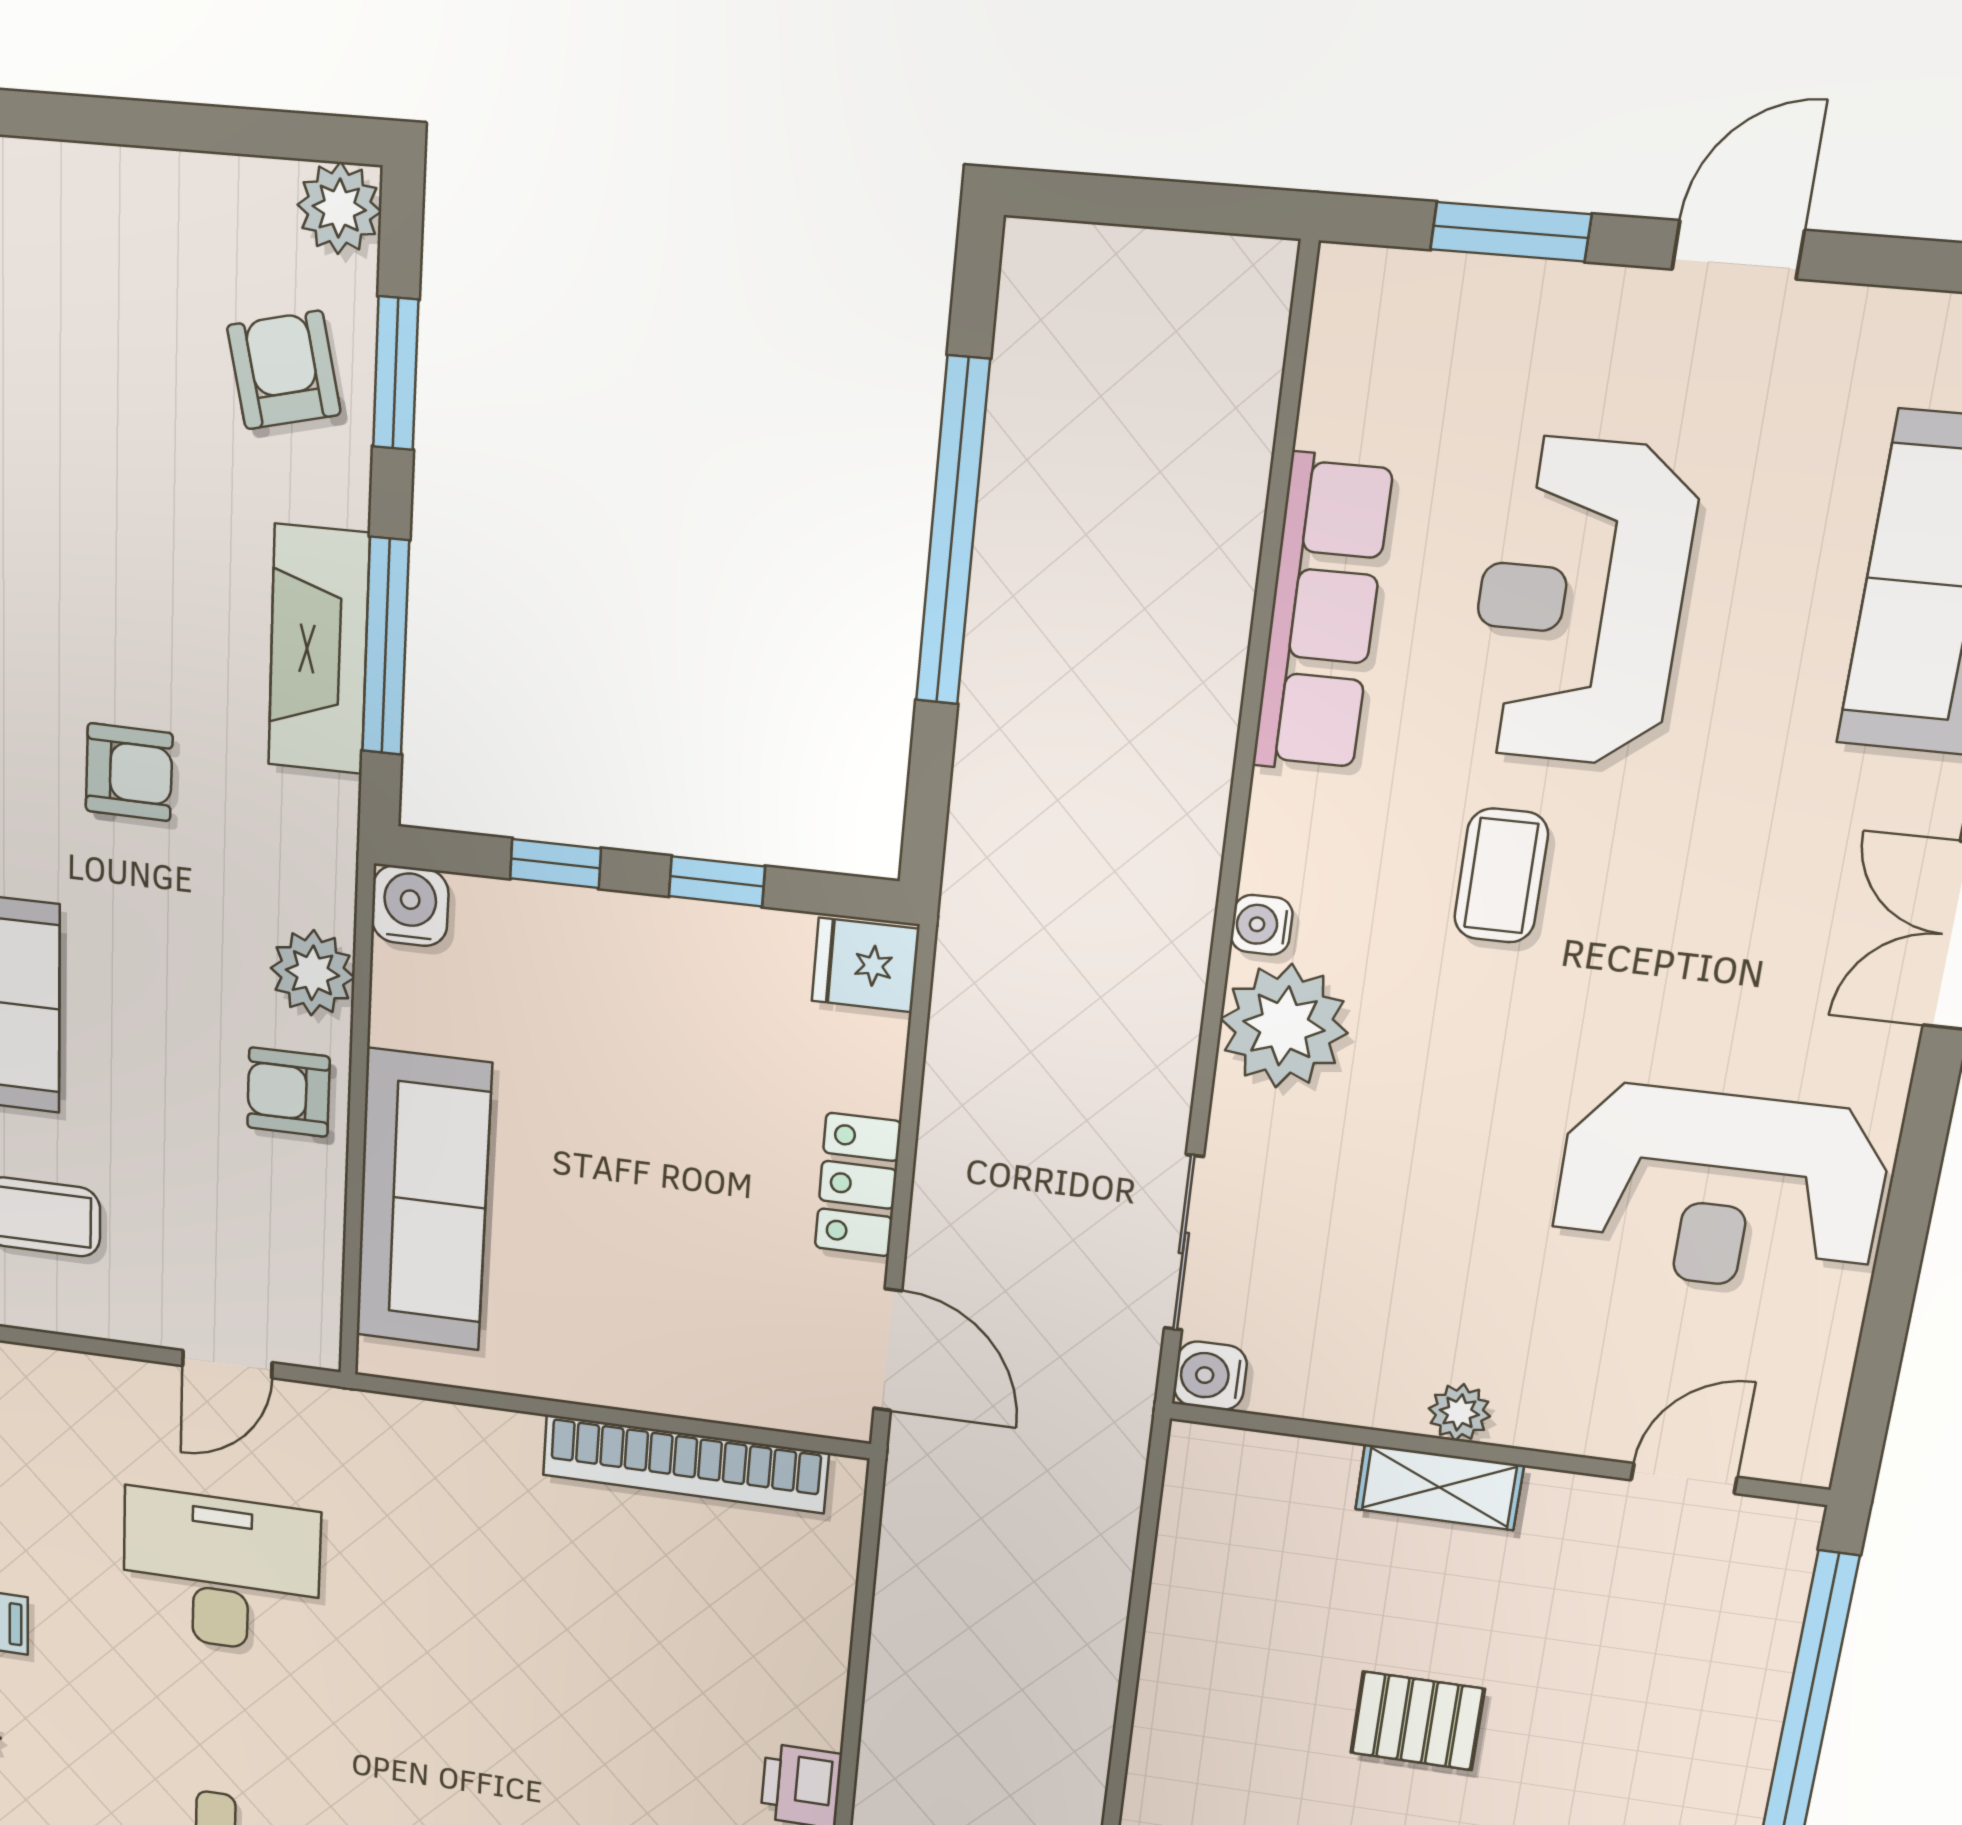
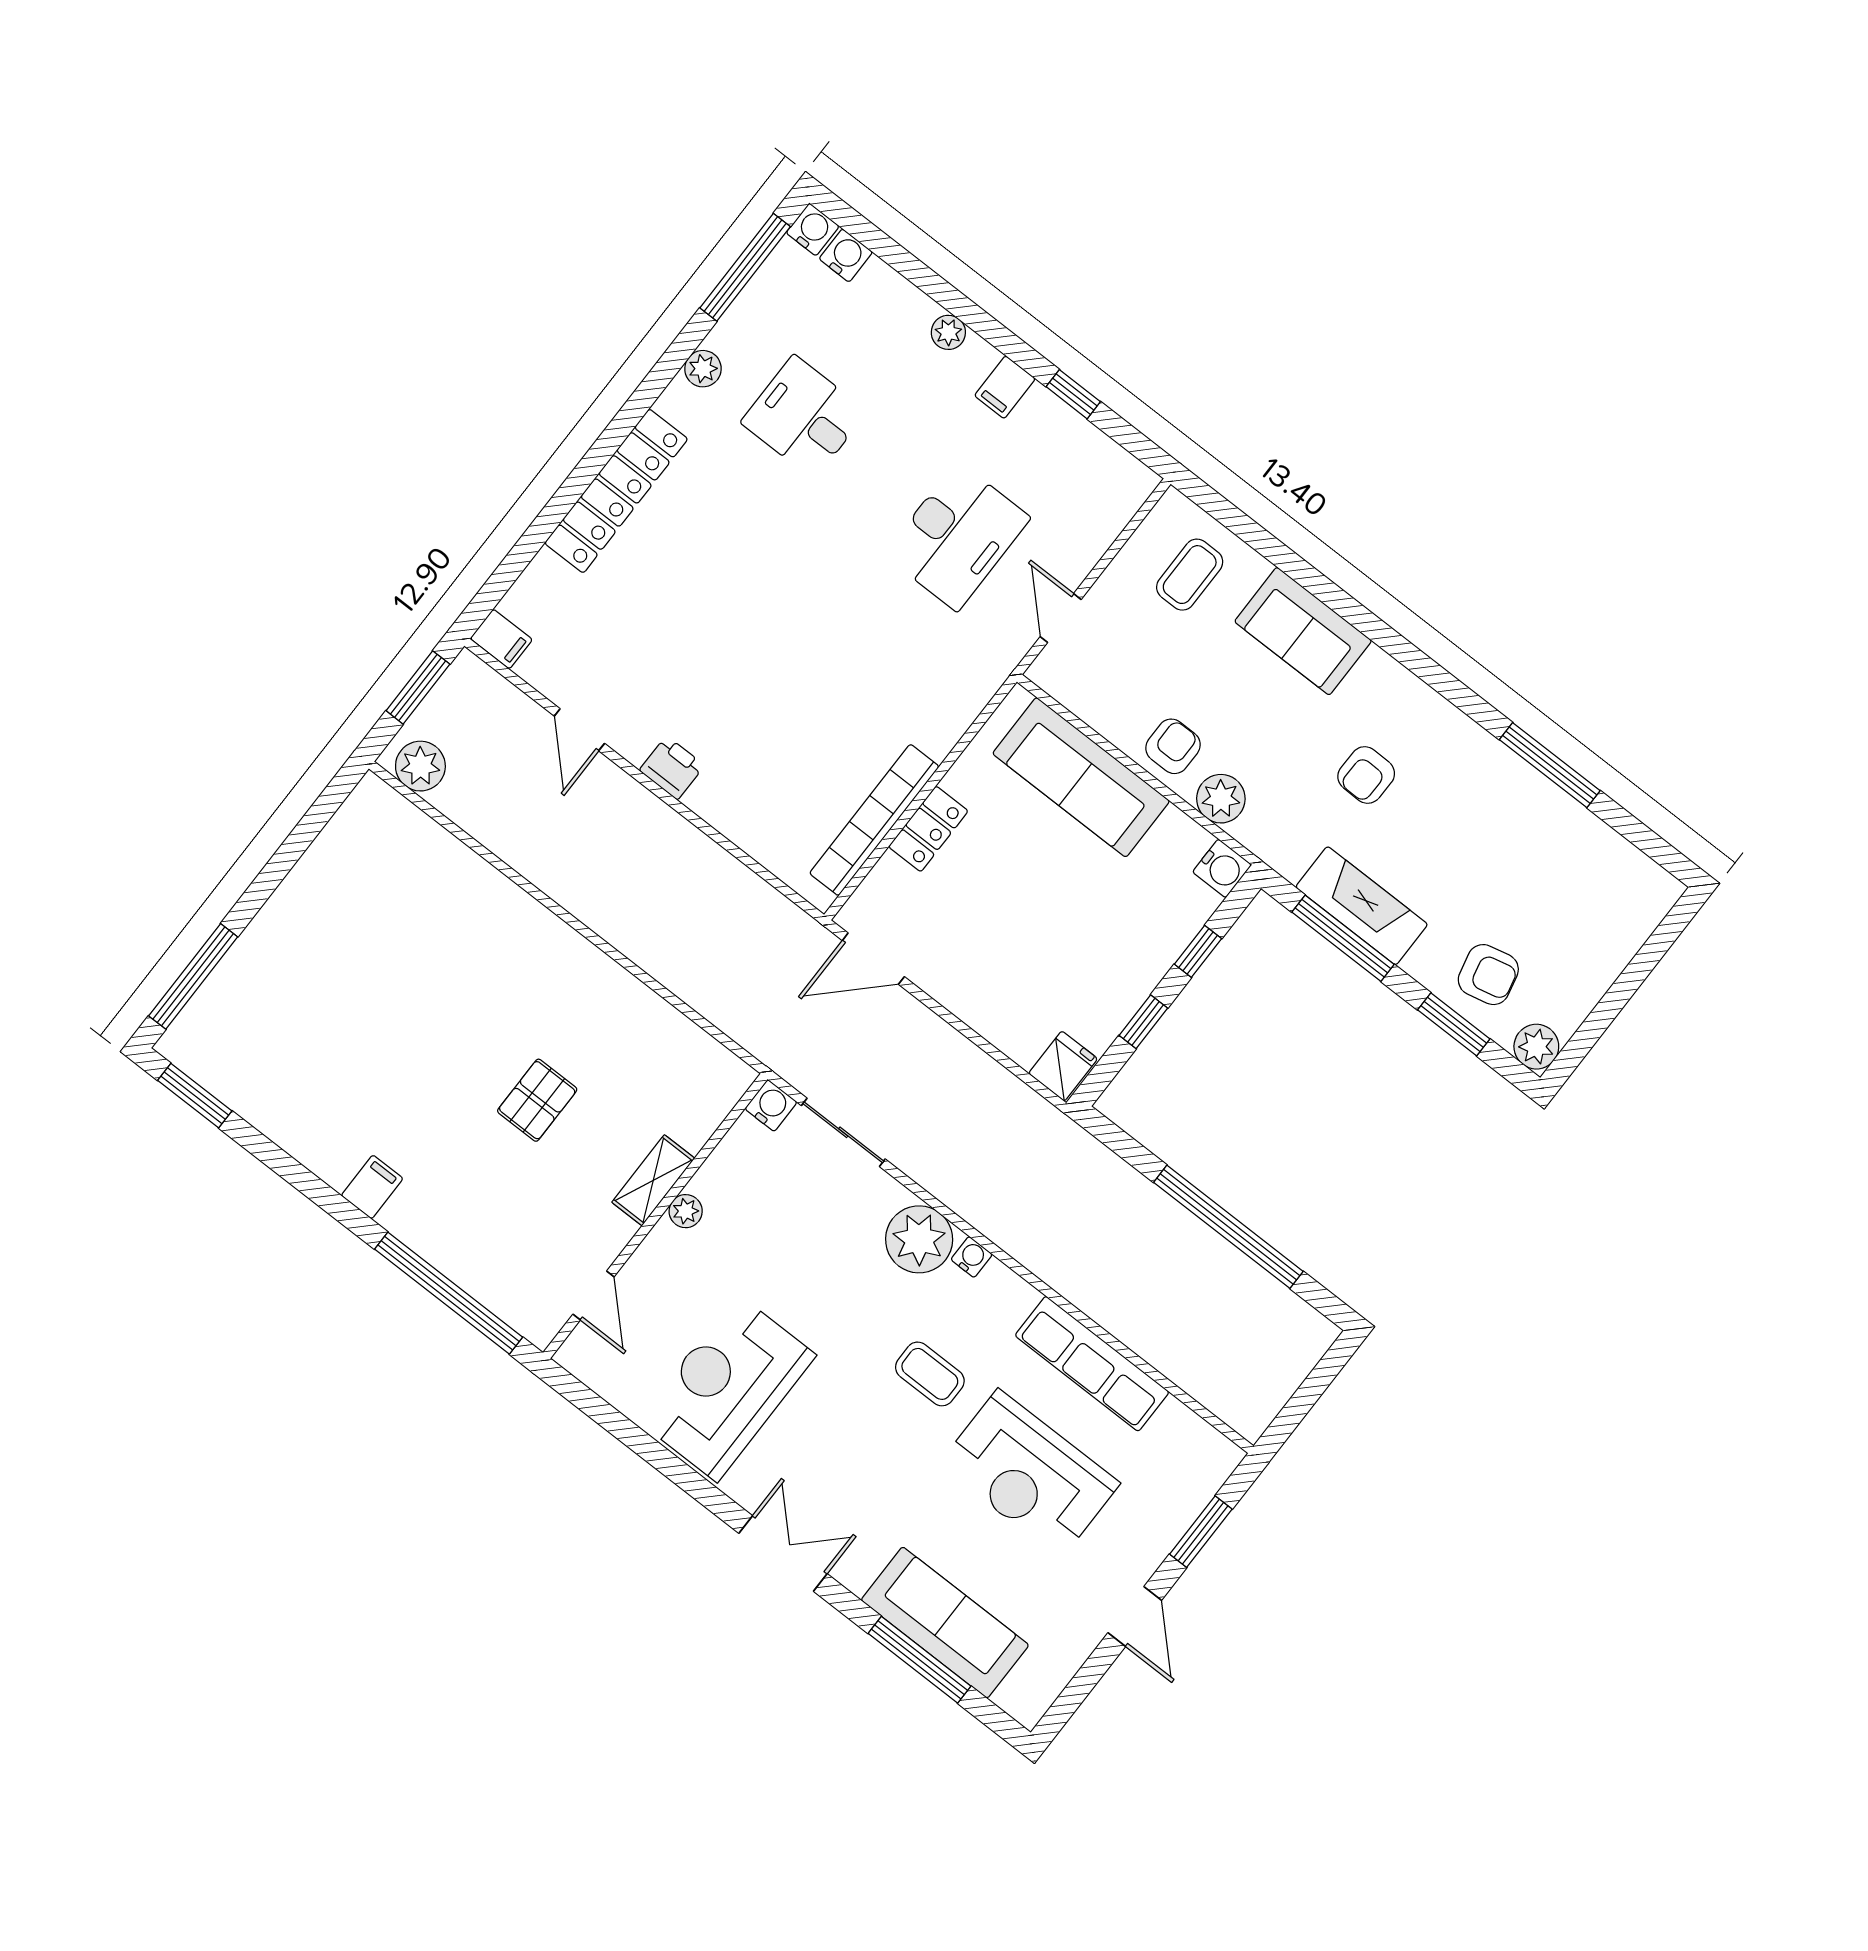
reception desk: (1580, 602) -> (1029, 1474), turned 180
locker: (858, 1185) -> (928, 829), moved, turned 90

